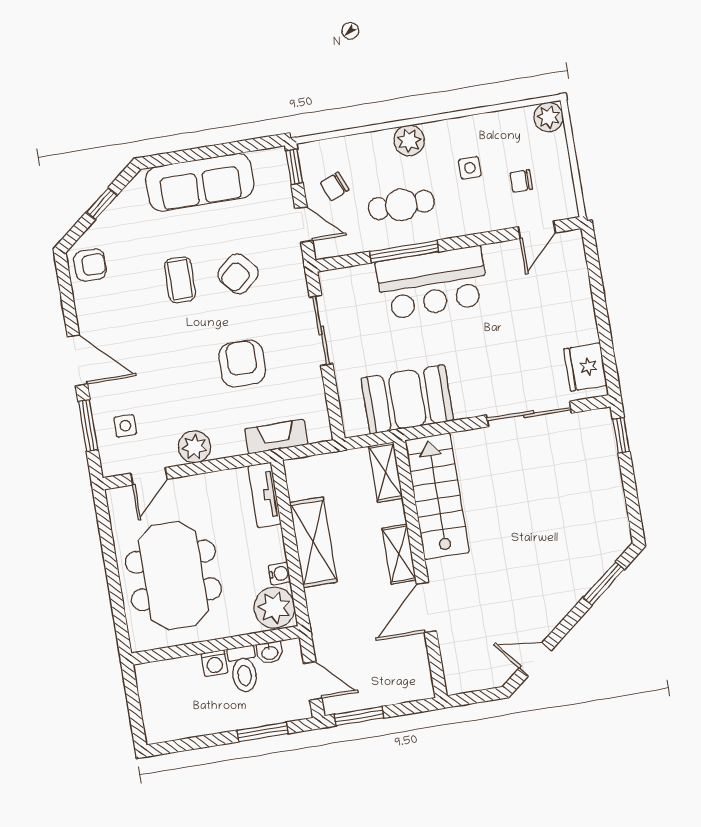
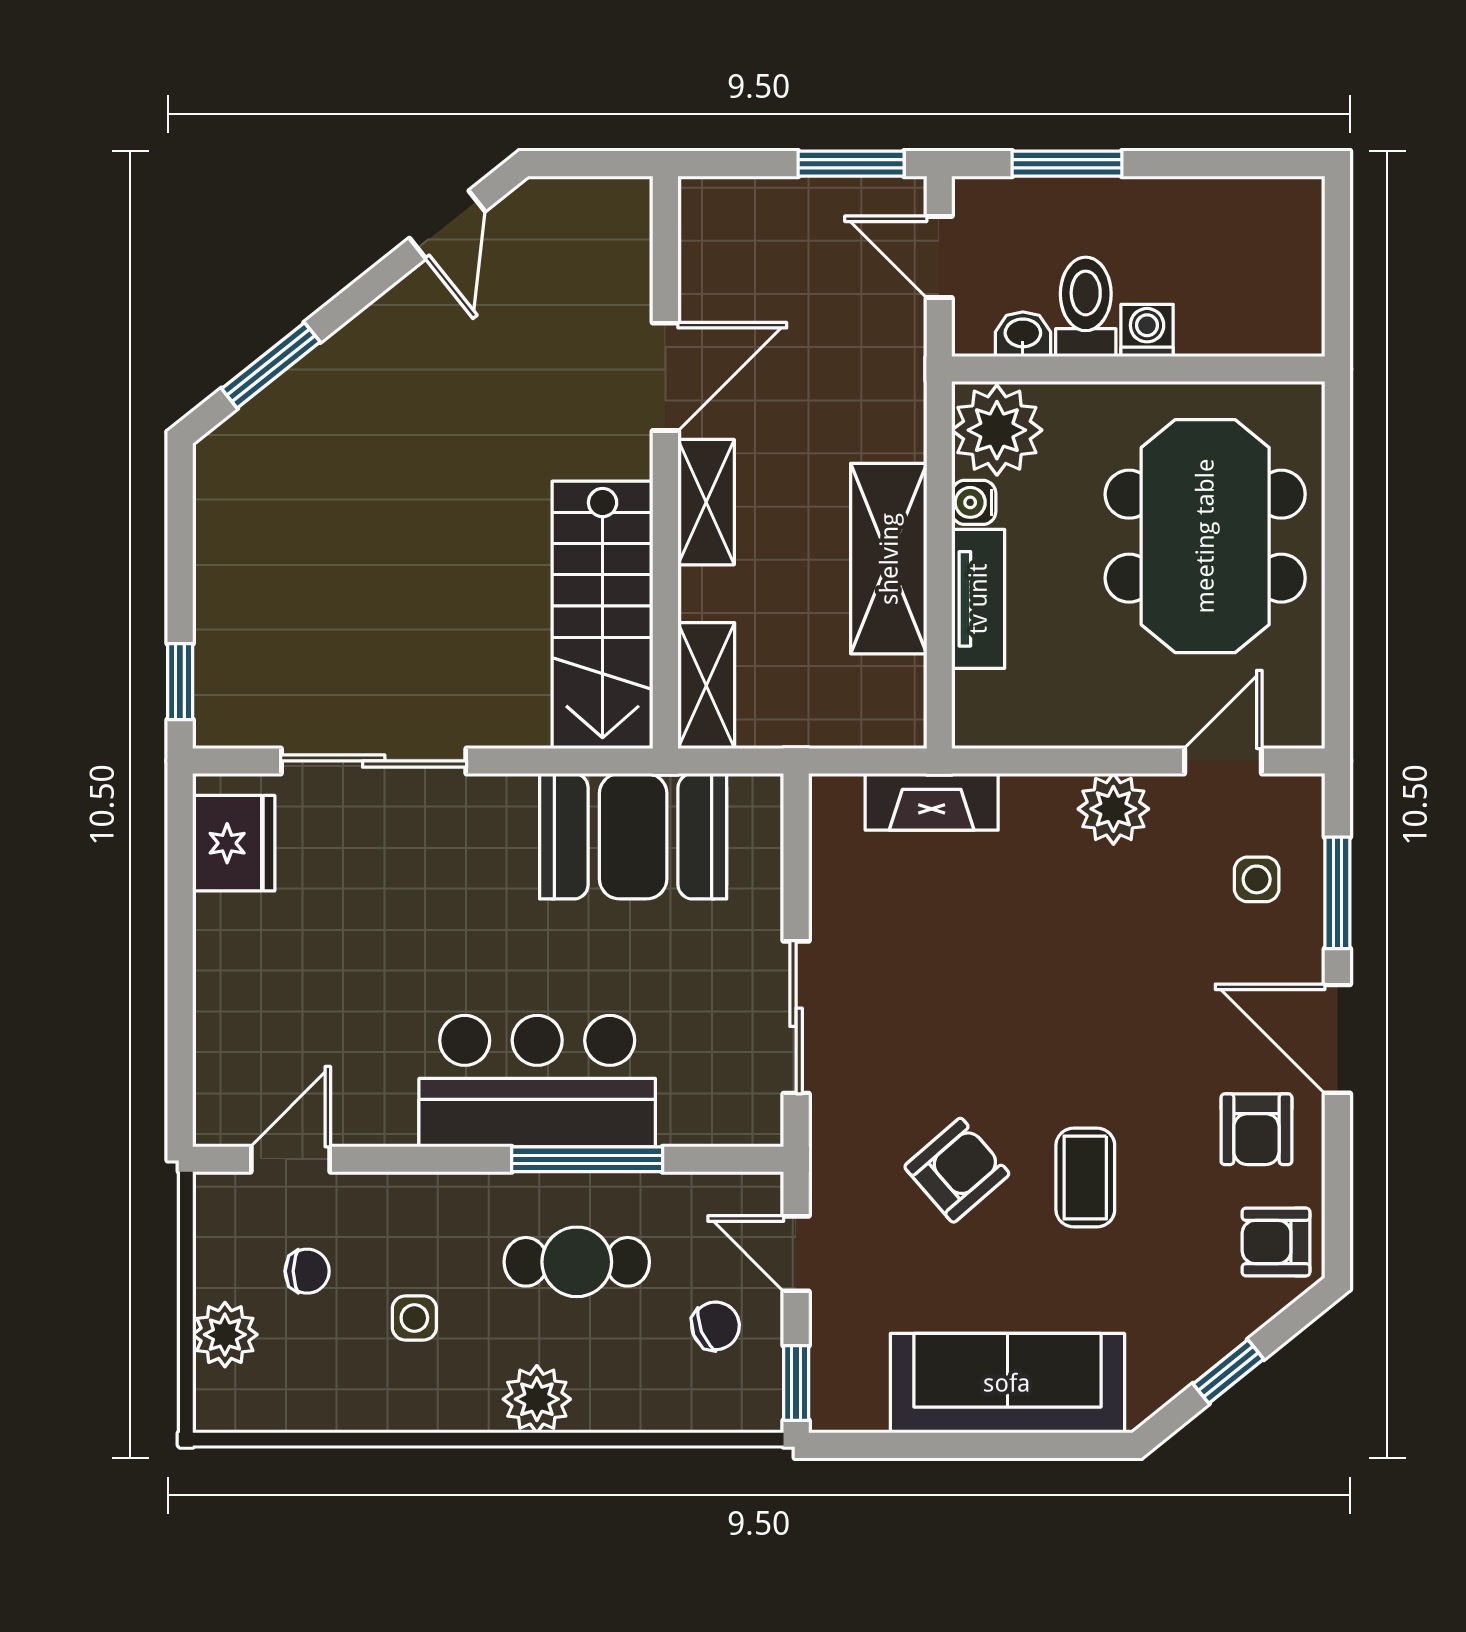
plant: (548, 117) -> (225, 1335), moved
armchair: (242, 363) -> (1256, 1129), moved, width x0.72, depth x0.72
tv unit: (264, 495) -> (978, 599), moved
door: (535, 659) -> (447, 225), hinge flipped

